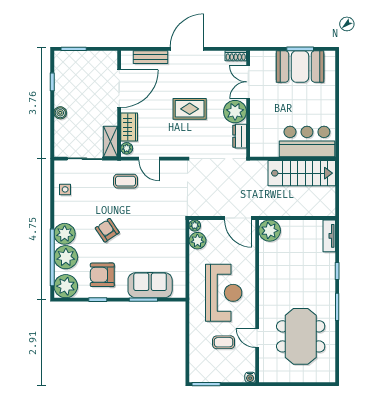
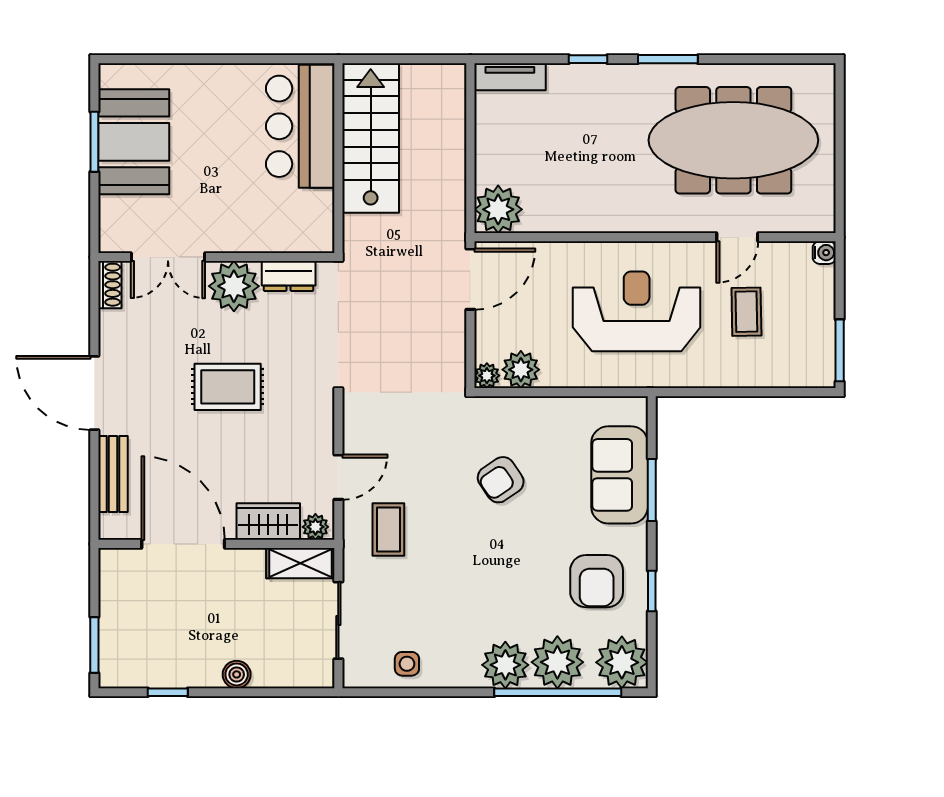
rug: (190, 109) -> (228, 387), turned 90
armchair: (107, 230) -> (501, 480), moved
meeting table: (301, 336) -> (733, 140), width x1.36

